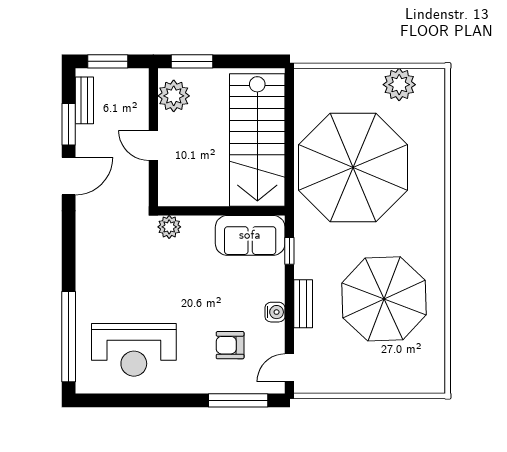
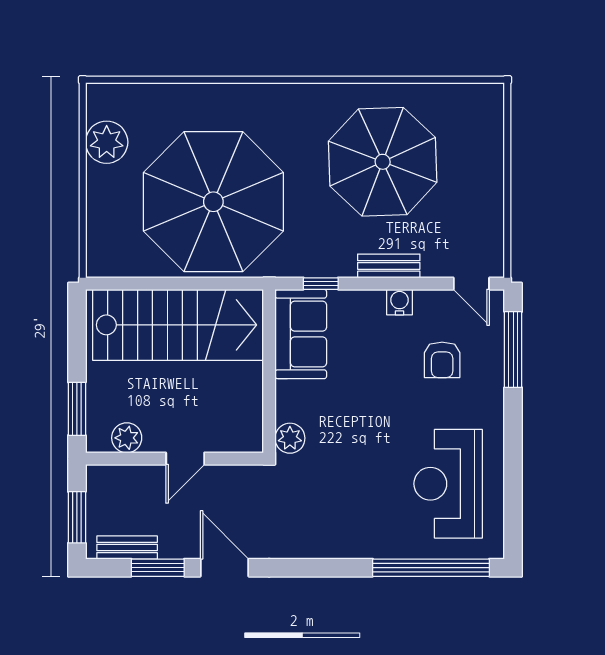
plant: (174, 96) -> (127, 438), width x0.73, depth x0.73
reception desk: (134, 350) -> (448, 484), turned 180

